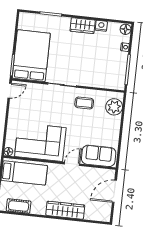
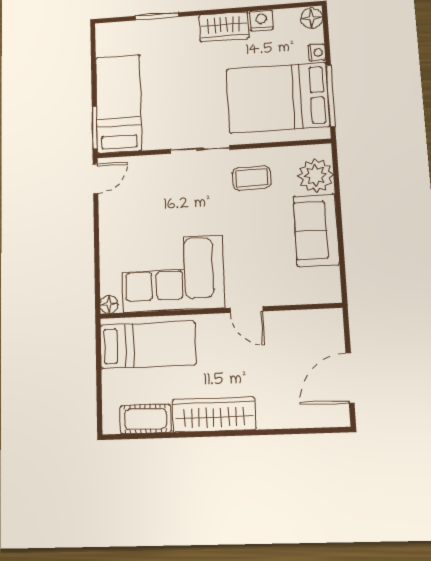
bed: (31, 56) -> (119, 104), width x0.67
bed: (103, 66) -> (278, 98), added
sofa: (99, 156) -> (316, 230), moved, turned -90
door: (72, 164) -> (246, 310), swing flipped
door: (114, 191) -> (350, 378), moved
wardrobe: (65, 210) -> (214, 415), moved

